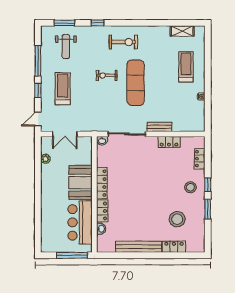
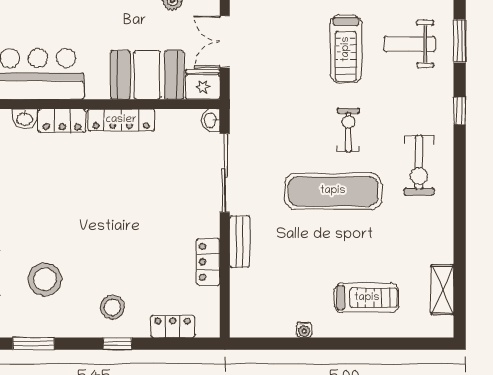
treadmill: (63, 89) -> (346, 49), moved, turned 90
fridge: (85, 144) -> (203, 84), added
booth: (80, 183) -> (147, 75), moved
window: (208, 209) -> (33, 344), moved

